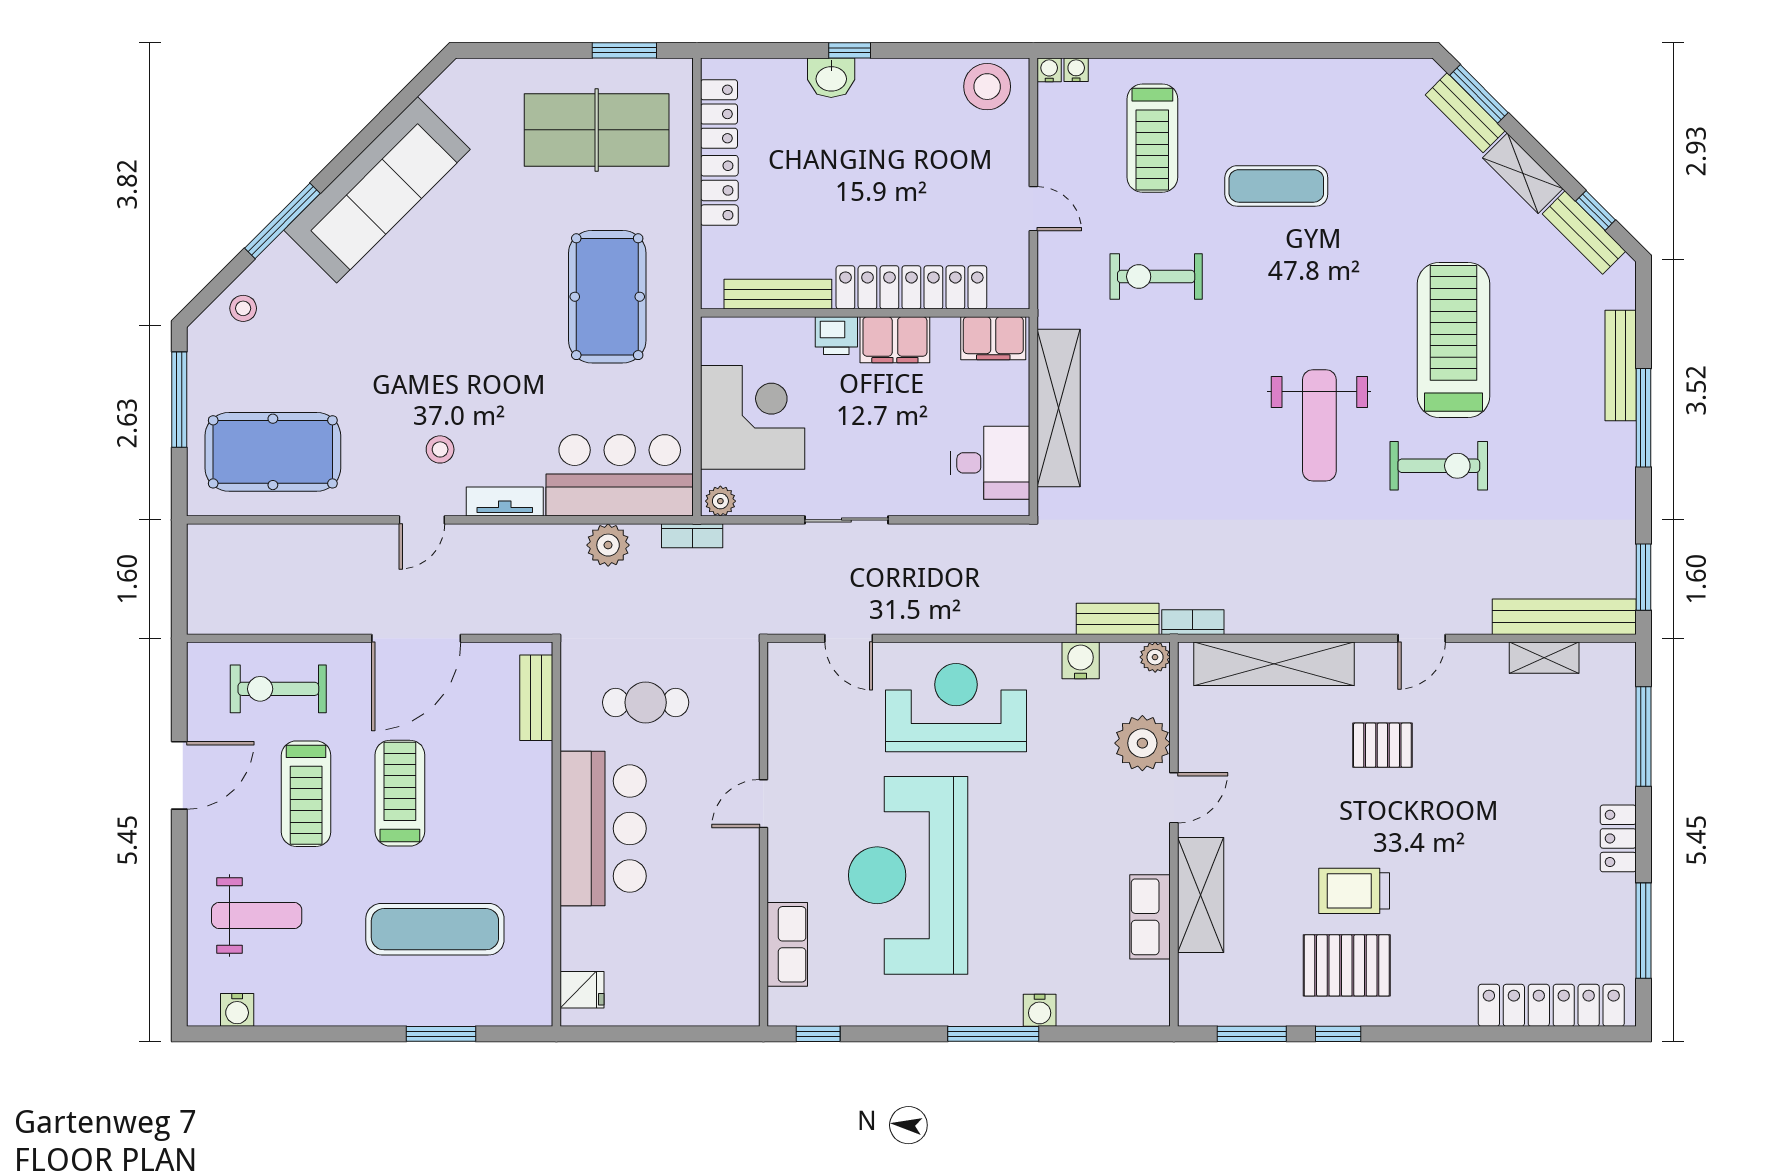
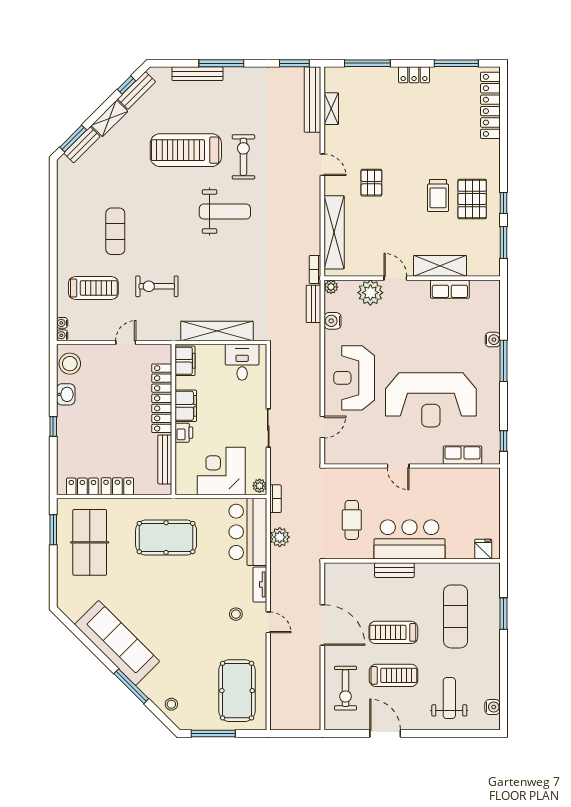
washbasin: (831, 78) -> (66, 394), moved
exercise bike: (1156, 277) -> (157, 286), turned 90
bench: (536, 698) -> (394, 570), moved

